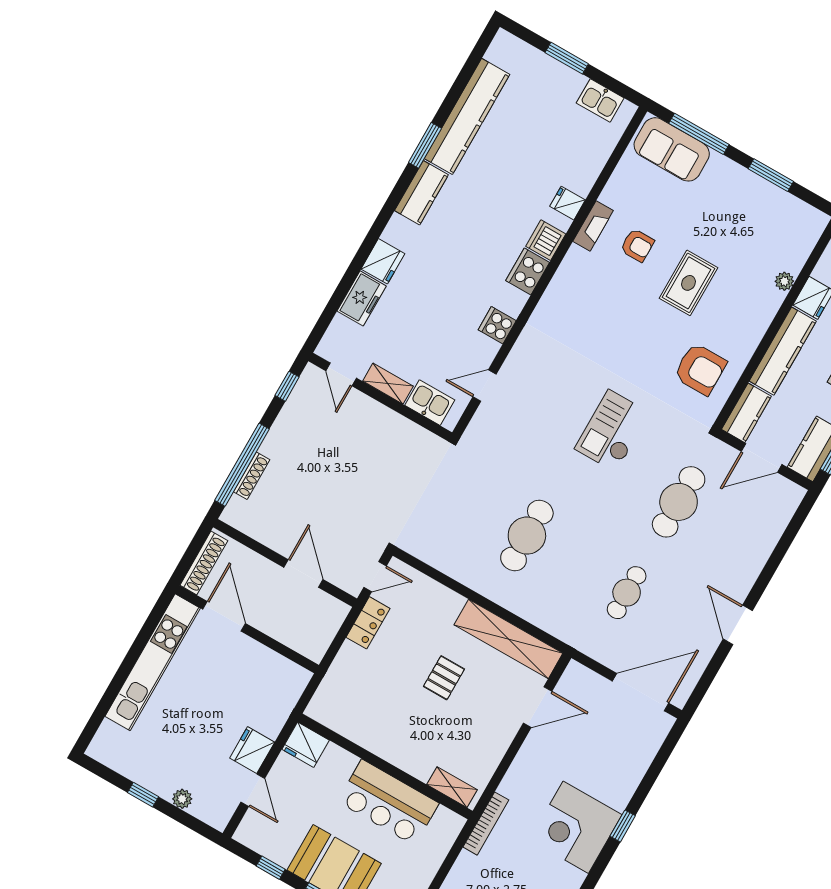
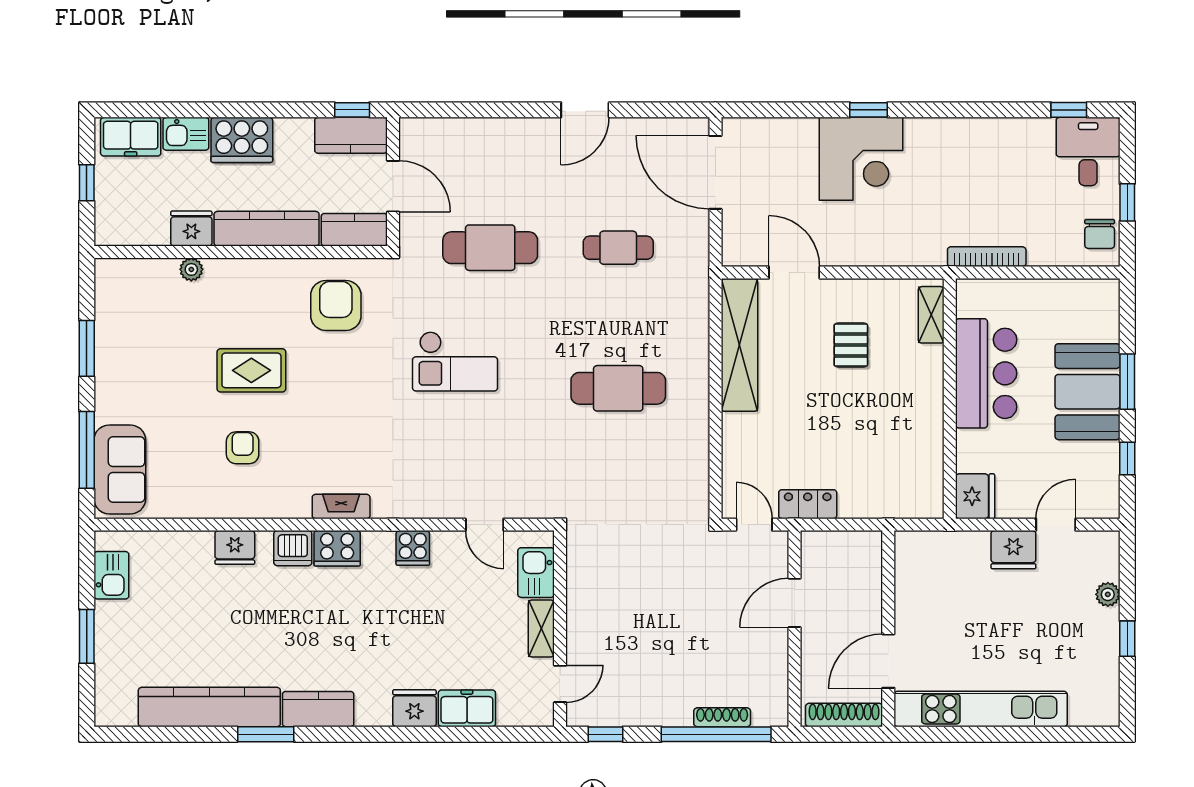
fridge: (568, 203) -> (235, 547), width x1.38
fireplace: (593, 226) -> (341, 506), moved
pallet: (444, 678) -> (851, 345), moved, turned 90
bookcase: (486, 824) -> (987, 257), moved
corner desk: (576, 827) -> (861, 159), moved

